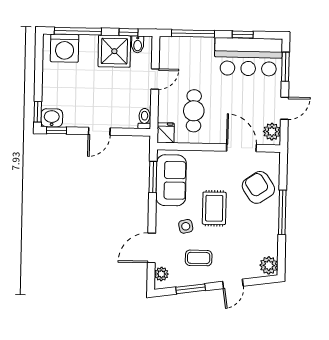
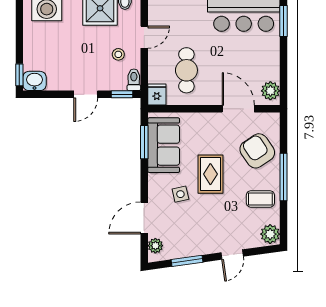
stool: (130, 95) -> (118, 54), added
door: (284, 108) -> (283, 66), removed
window: (56, 130) -> (122, 94), moved
coffee table: (199, 258) -> (260, 199), moved

